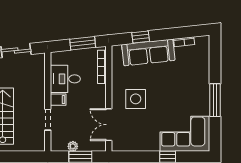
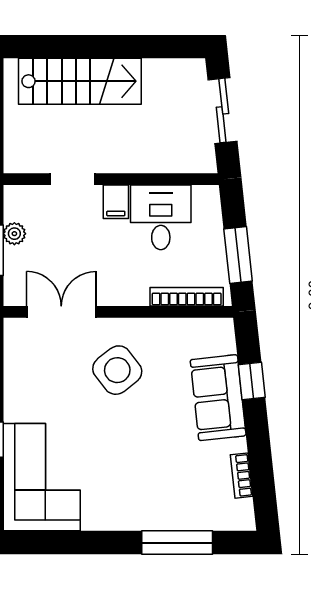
sofa: (148, 52) -> (218, 398), width x0.73
side table: (136, 99) -> (117, 370), turned -38
window: (215, 100) -> (177, 543), moved

